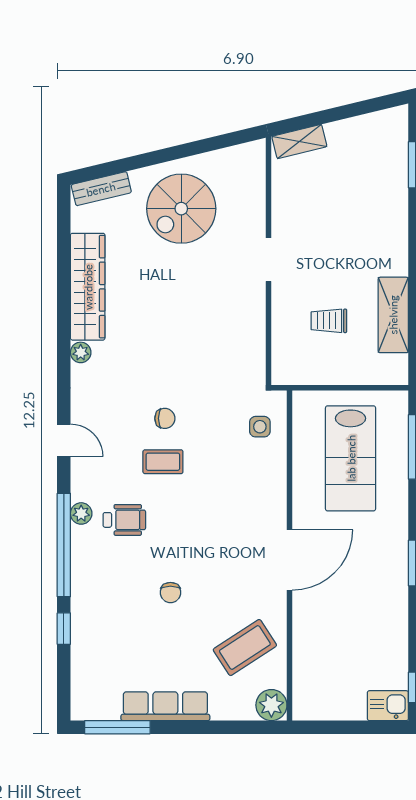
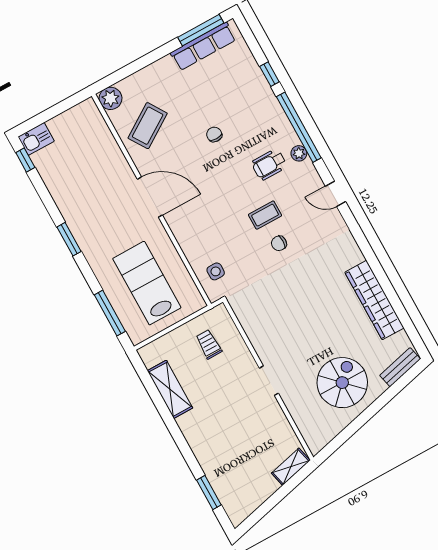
trolley: (329, 321) -> (209, 344), moved, turned -90
plant: (81, 352) -> (356, 256), removed
door: (290, 560) -> (150, 197), swing flipped
row of seats: (165, 706) -> (203, 46), moved

